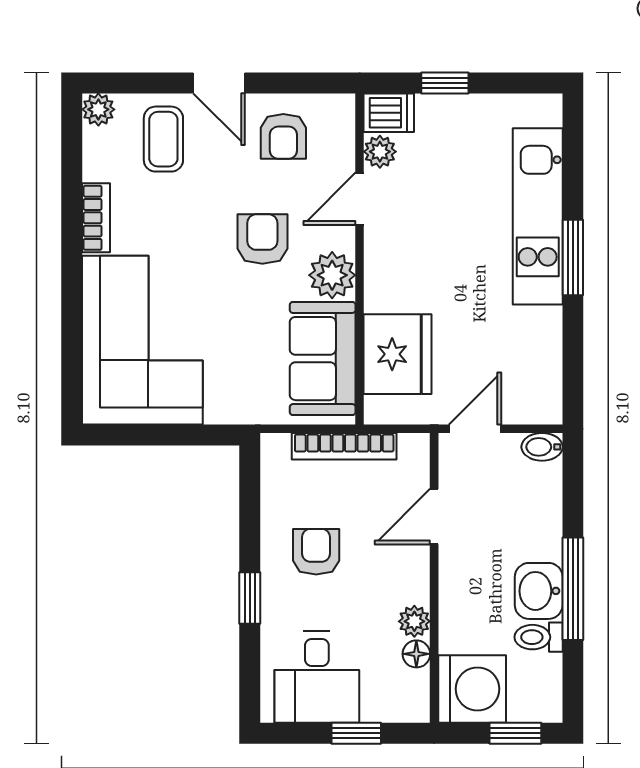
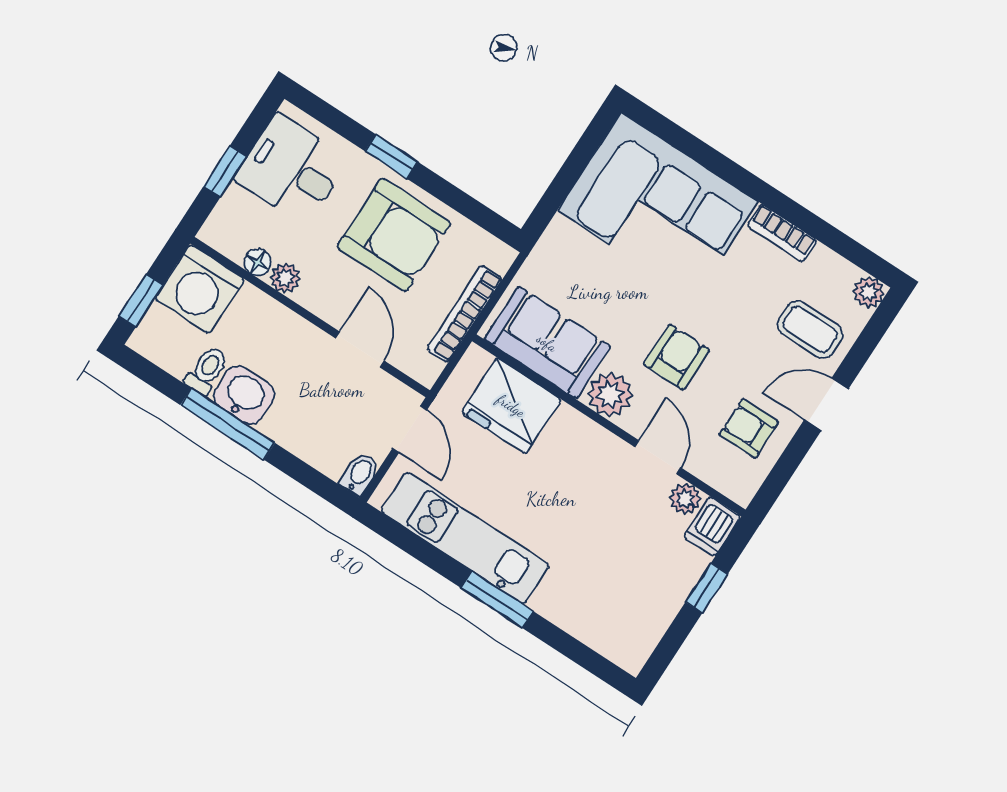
kitchen unit: (538, 216) -> (465, 538), moved
armchair: (262, 239) -> (676, 357), turned -90
armchair: (316, 552) -> (394, 235), width x1.88, depth x1.88

